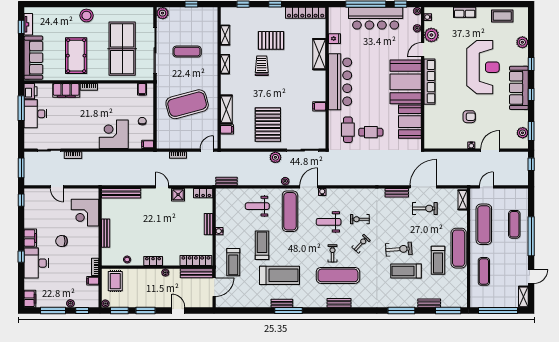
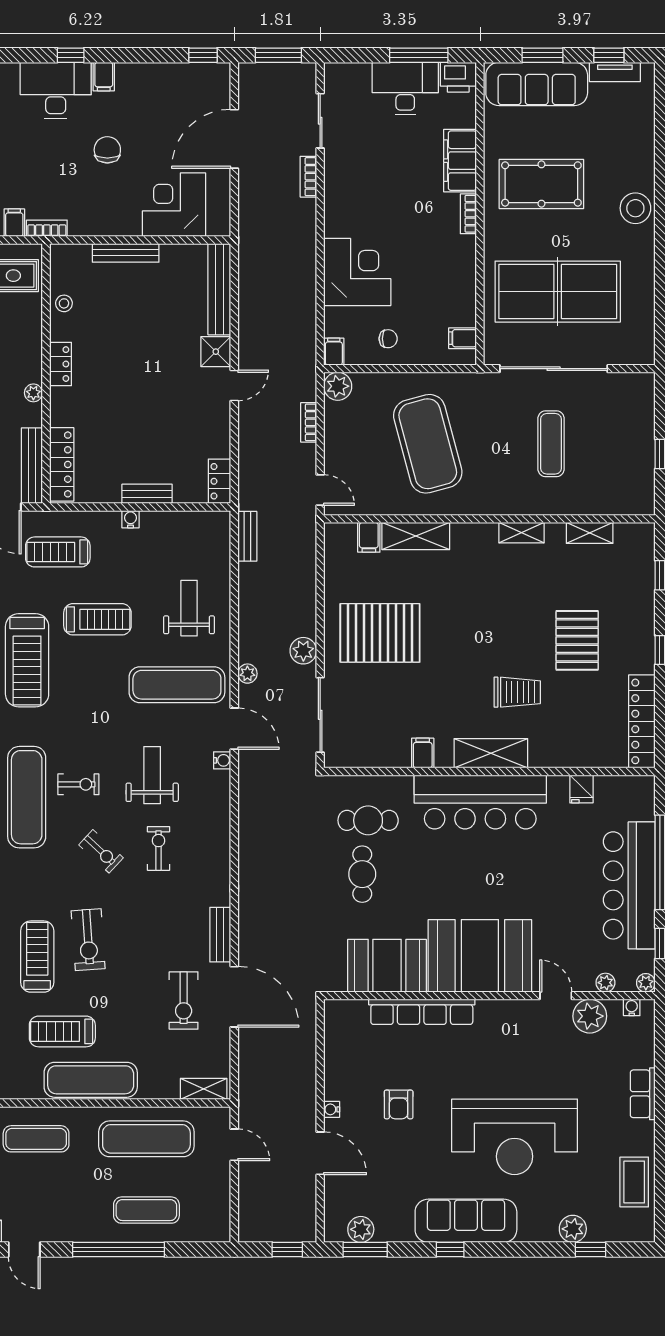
plant: (163, 13) -> (338, 386), moved
shelving: (319, 54) -> (491, 753), moved
window: (21, 55) -> (542, 55), added
window: (531, 64) -> (591, 1250), moved
trolley: (262, 66) -> (517, 692), moved
row of seats: (430, 82) -> (422, 1012), moved
door: (57, 187) -> (234, 139), width x1.88
shower: (178, 195) -> (216, 352), moved
filing cabinet: (30, 238) -> (104, 77), width x0.50

